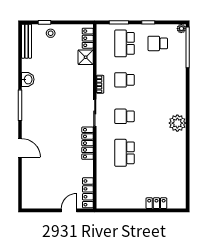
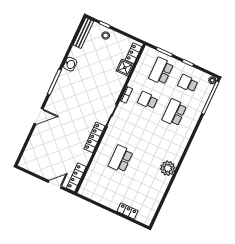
school desk: (125, 116) -> (174, 113), moved, width x1.85
plant: (177, 123) -> (168, 168), moved
door: (20, 148) -> (39, 116), hinge flipped

